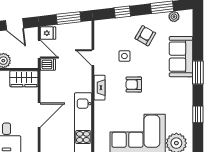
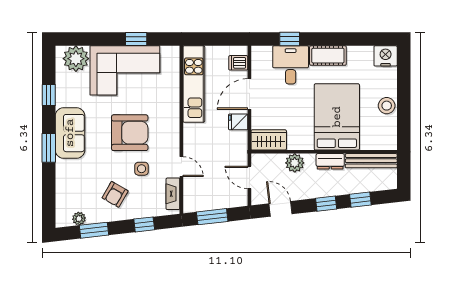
fridge: (48, 33) -> (238, 122), moved
sofa: (181, 57) -> (70, 133), moved
dishwasher: (48, 65) -> (238, 63), moved
armchair: (134, 84) -> (130, 133), width x1.88, depth x1.88
fireplace: (100, 88) -> (173, 194), moved

